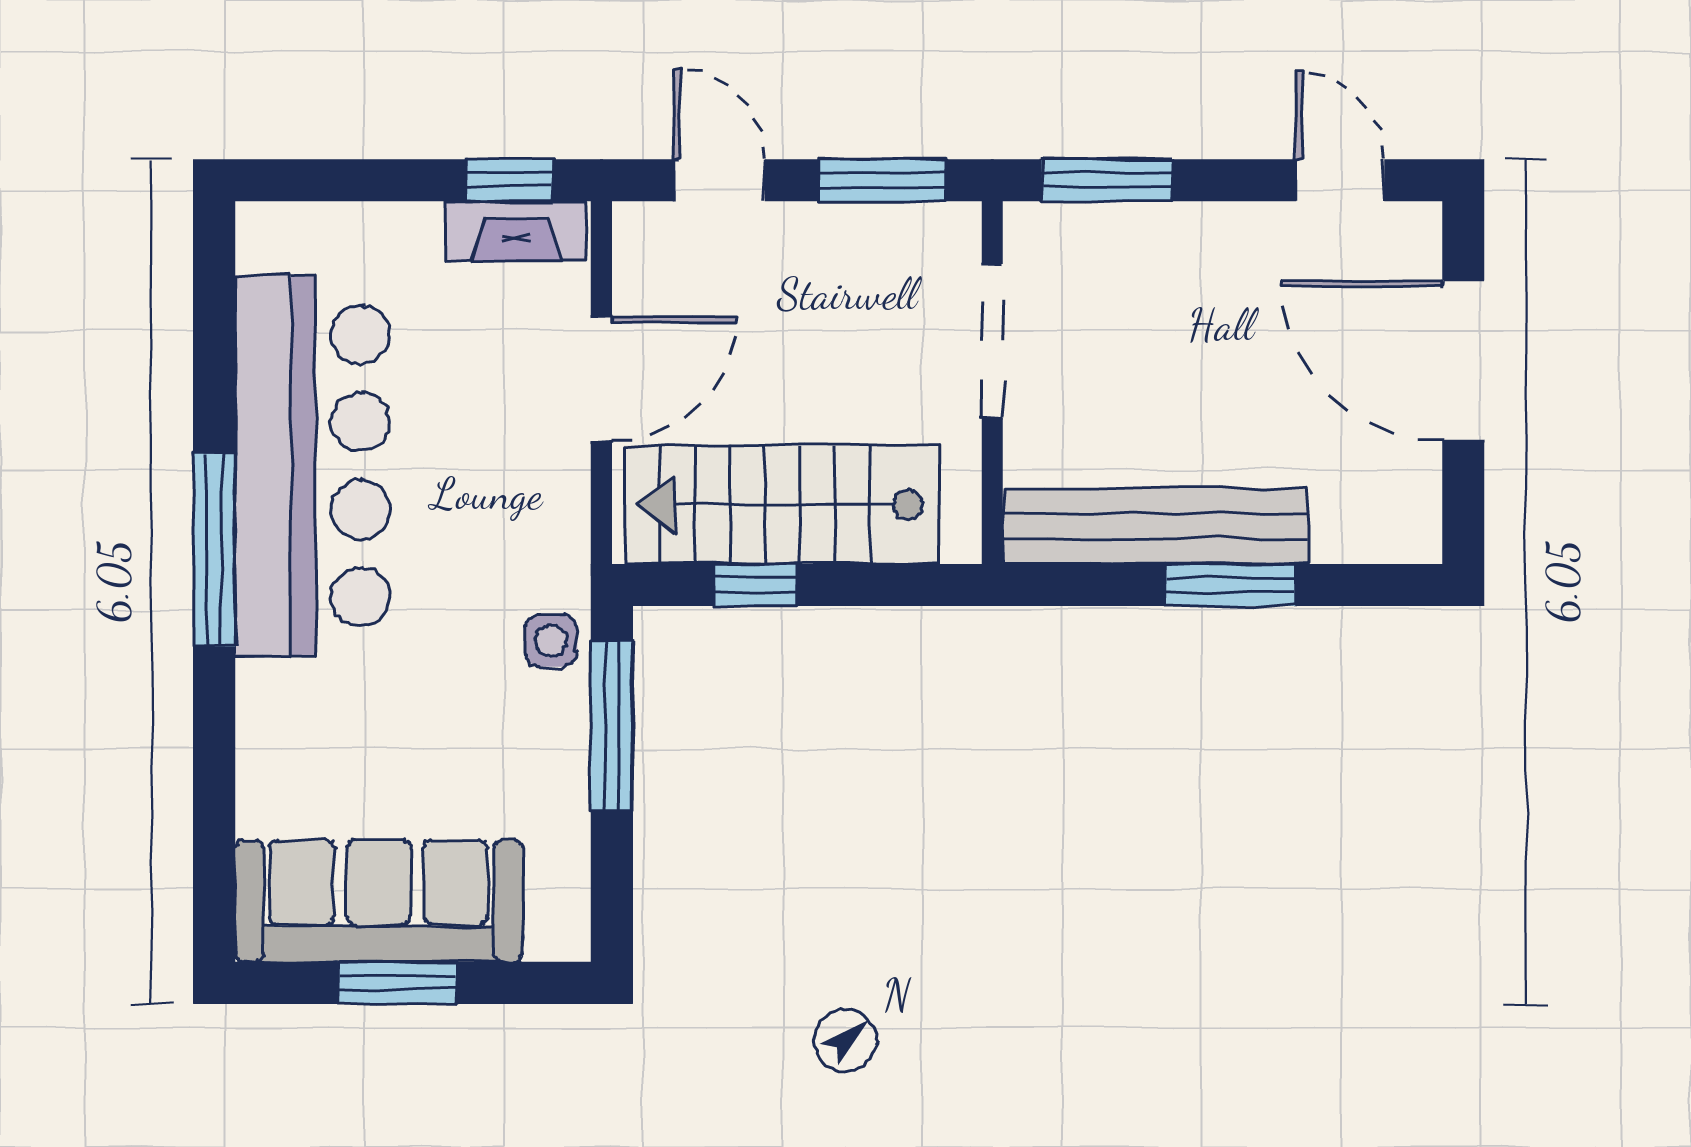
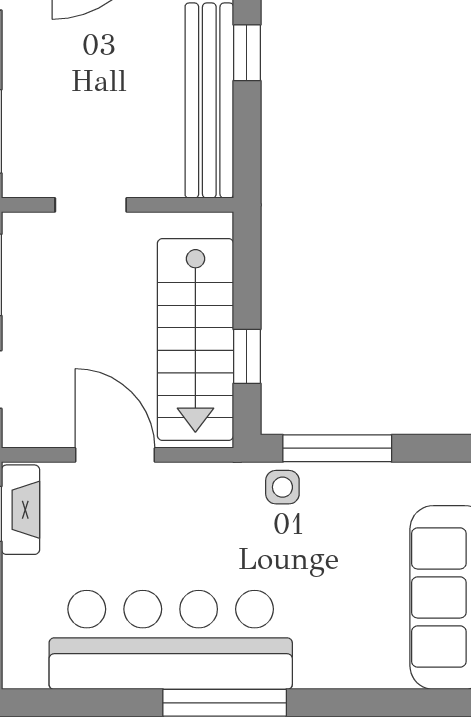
doorway: (992, 341) -> (91, 205), width x0.73
window: (1230, 585) -> (247, 53), width x0.67

